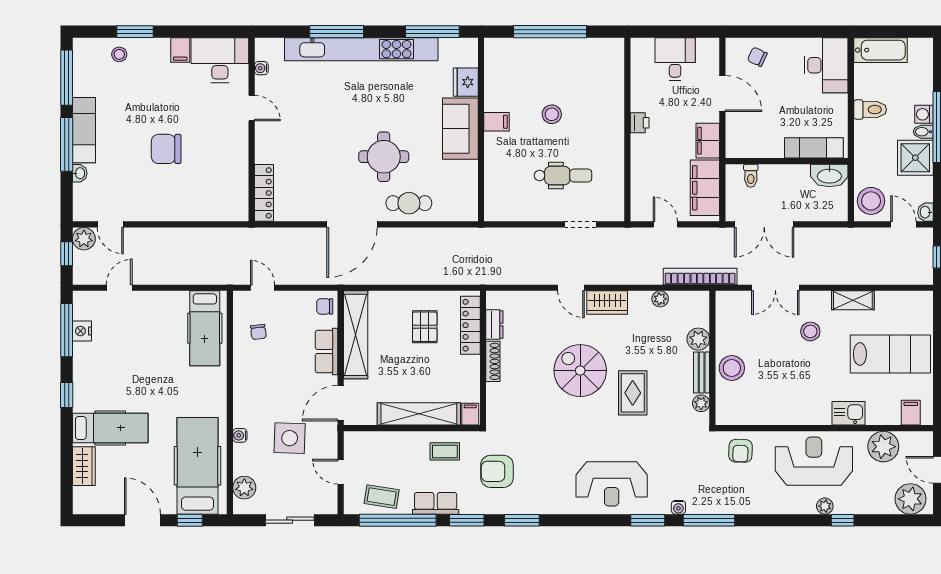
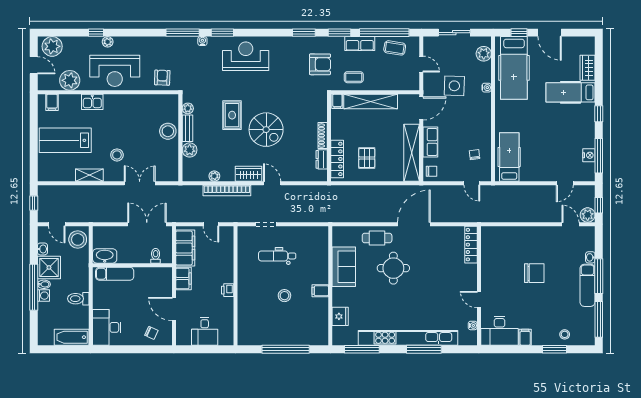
sofa: (460, 129) -> (344, 267), moved
washbasin: (925, 212) -> (42, 249), moved
bookcase: (700, 276) -> (227, 191), moved

